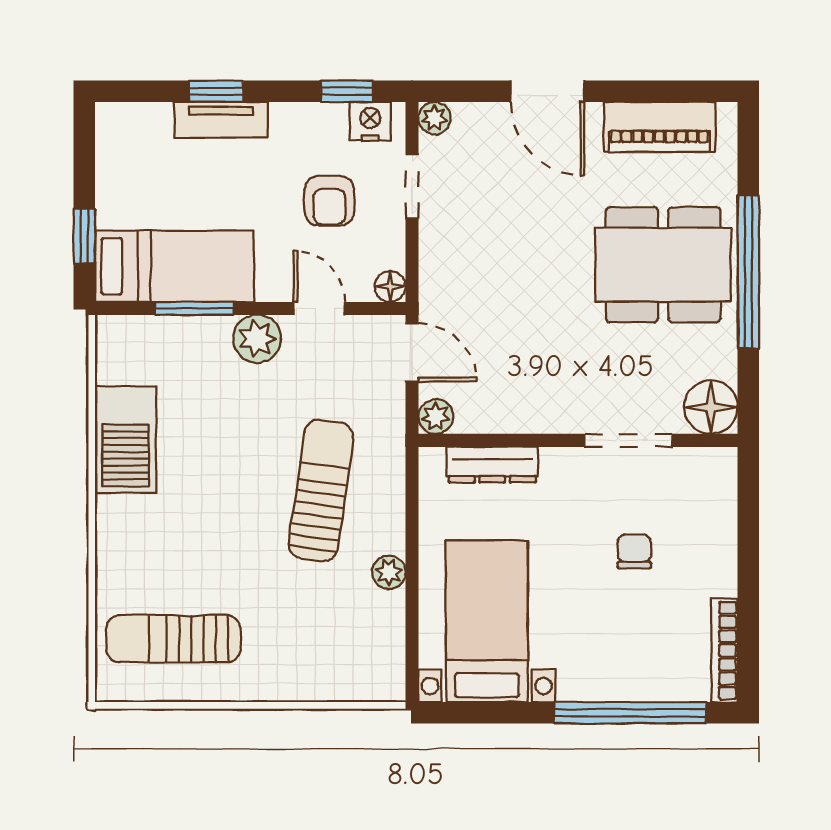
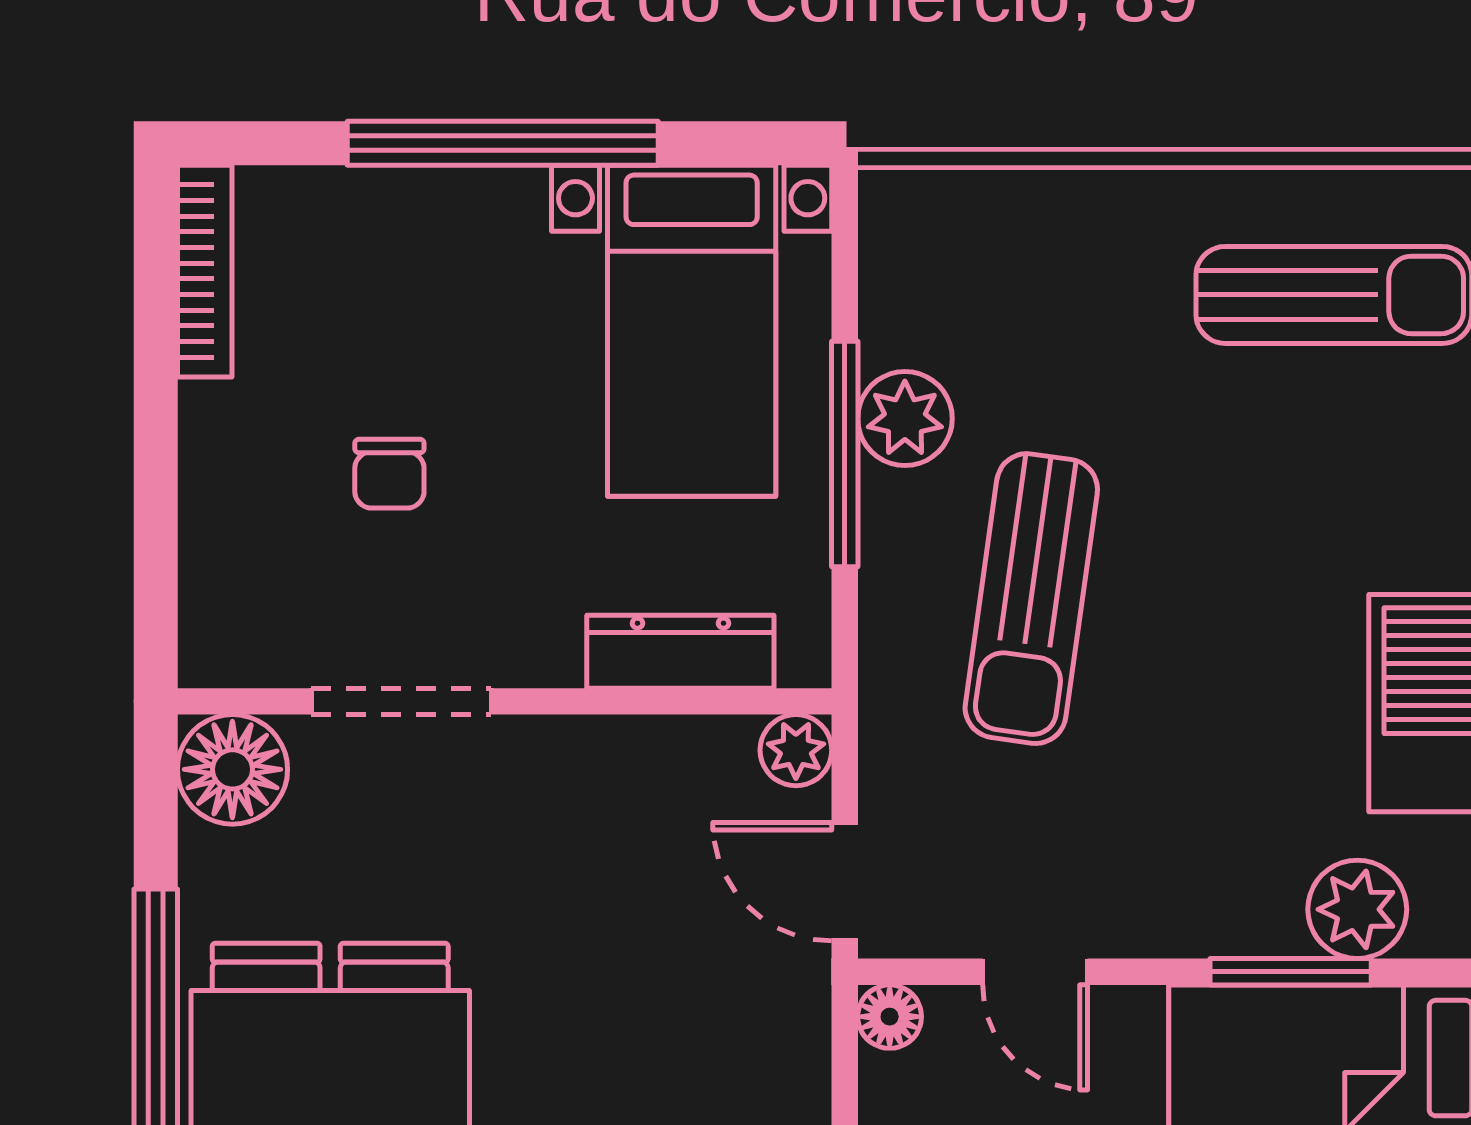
plant: (257, 339) -> (1357, 909), moved
window: (412, 561) -> (845, 454), added
plant: (389, 572) -> (905, 419), width x1.38, depth x1.38
window: (630, 713) -> (503, 143), moved

